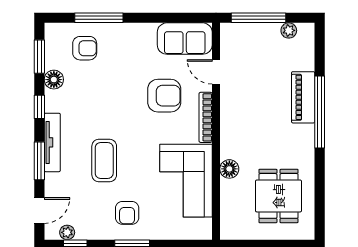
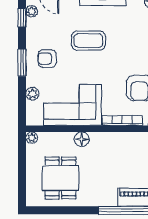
dining table: (278, 196) -> (60, 178), turned 90
plant: (172, 232) -> (32, 94), added
plant: (227, 232) -> (32, 138), added

